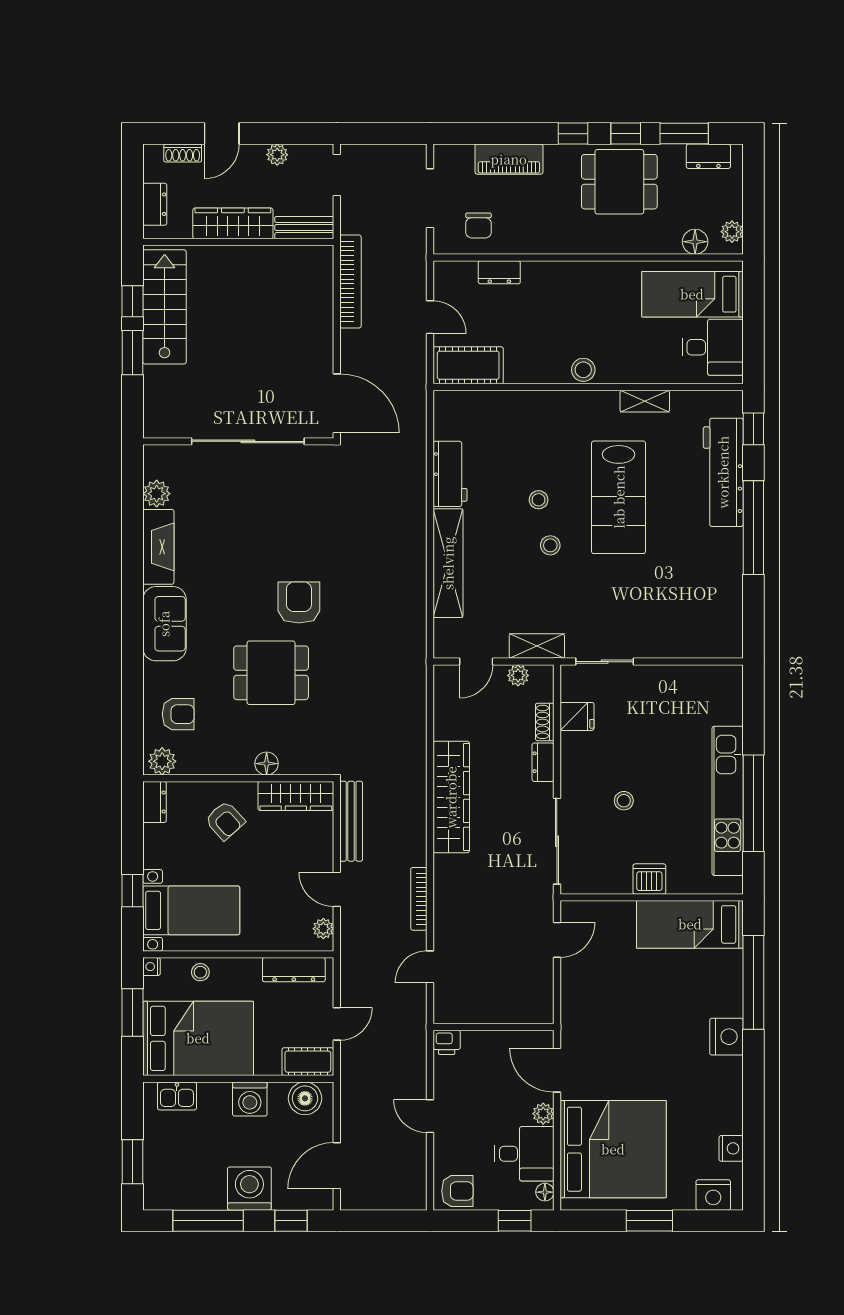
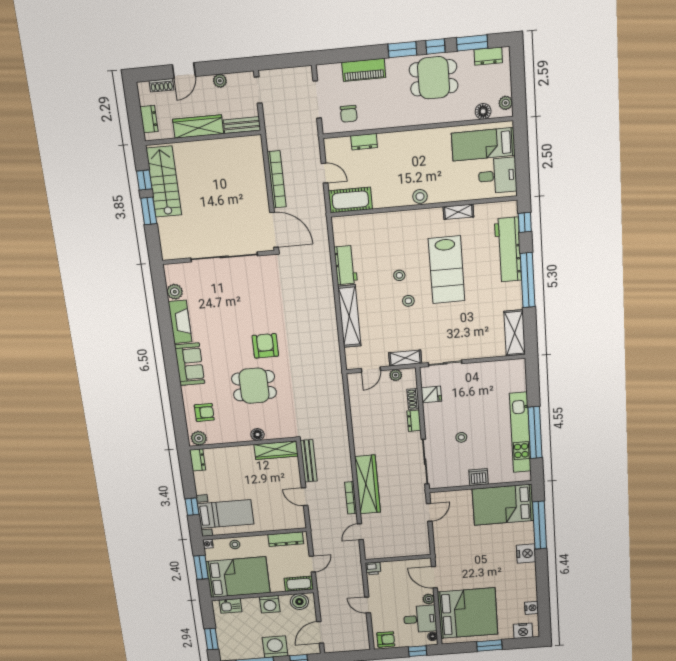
window: (573, 134) -> (402, 50), width x1.50
bookcase: (350, 281) -> (277, 179), moved
shelving: (727, 618) -> (515, 333), added
wardrobe: (451, 797) -> (368, 485), moved
armchair: (225, 821) -> (238, 466), removed
bed: (690, 924) -> (503, 505), width x1.50
plant: (323, 929) -> (299, 517), removed

